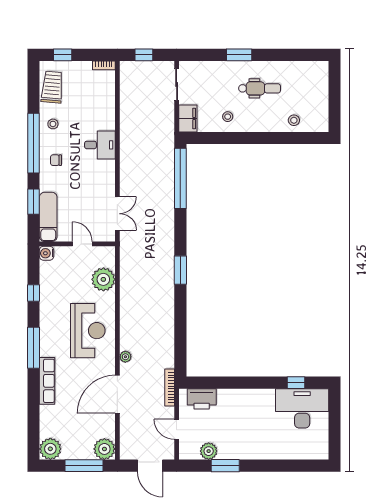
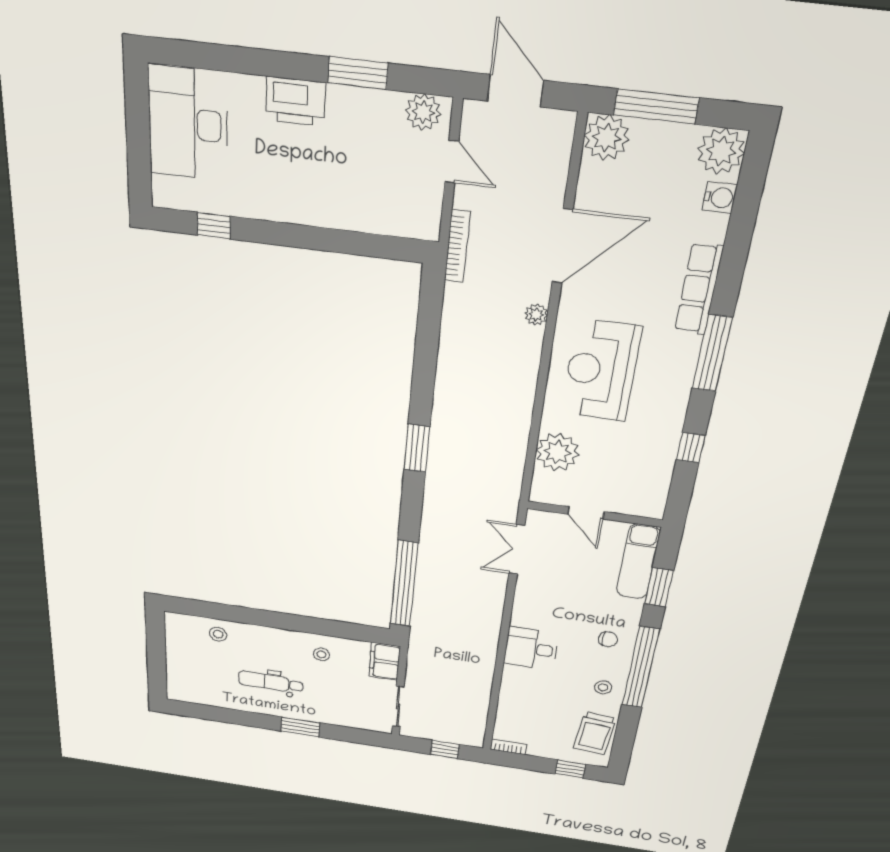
water cooler: (47, 253) -> (720, 197), moved
printer: (202, 399) -> (295, 101), moved, turned 180
desk: (302, 408) -> (188, 124), moved, turned 90
plant: (209, 451) -> (423, 112), moved

